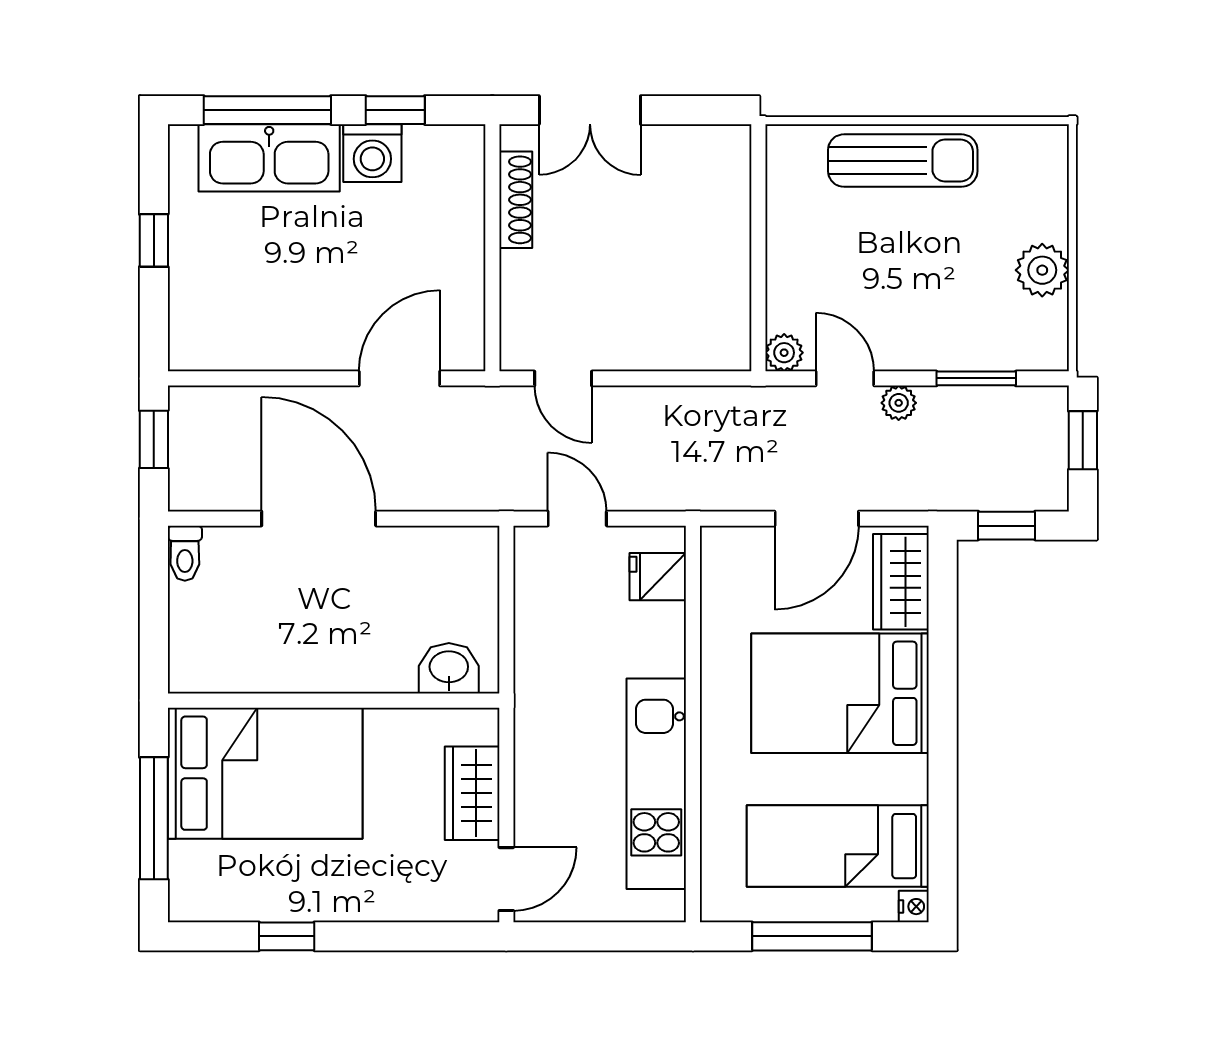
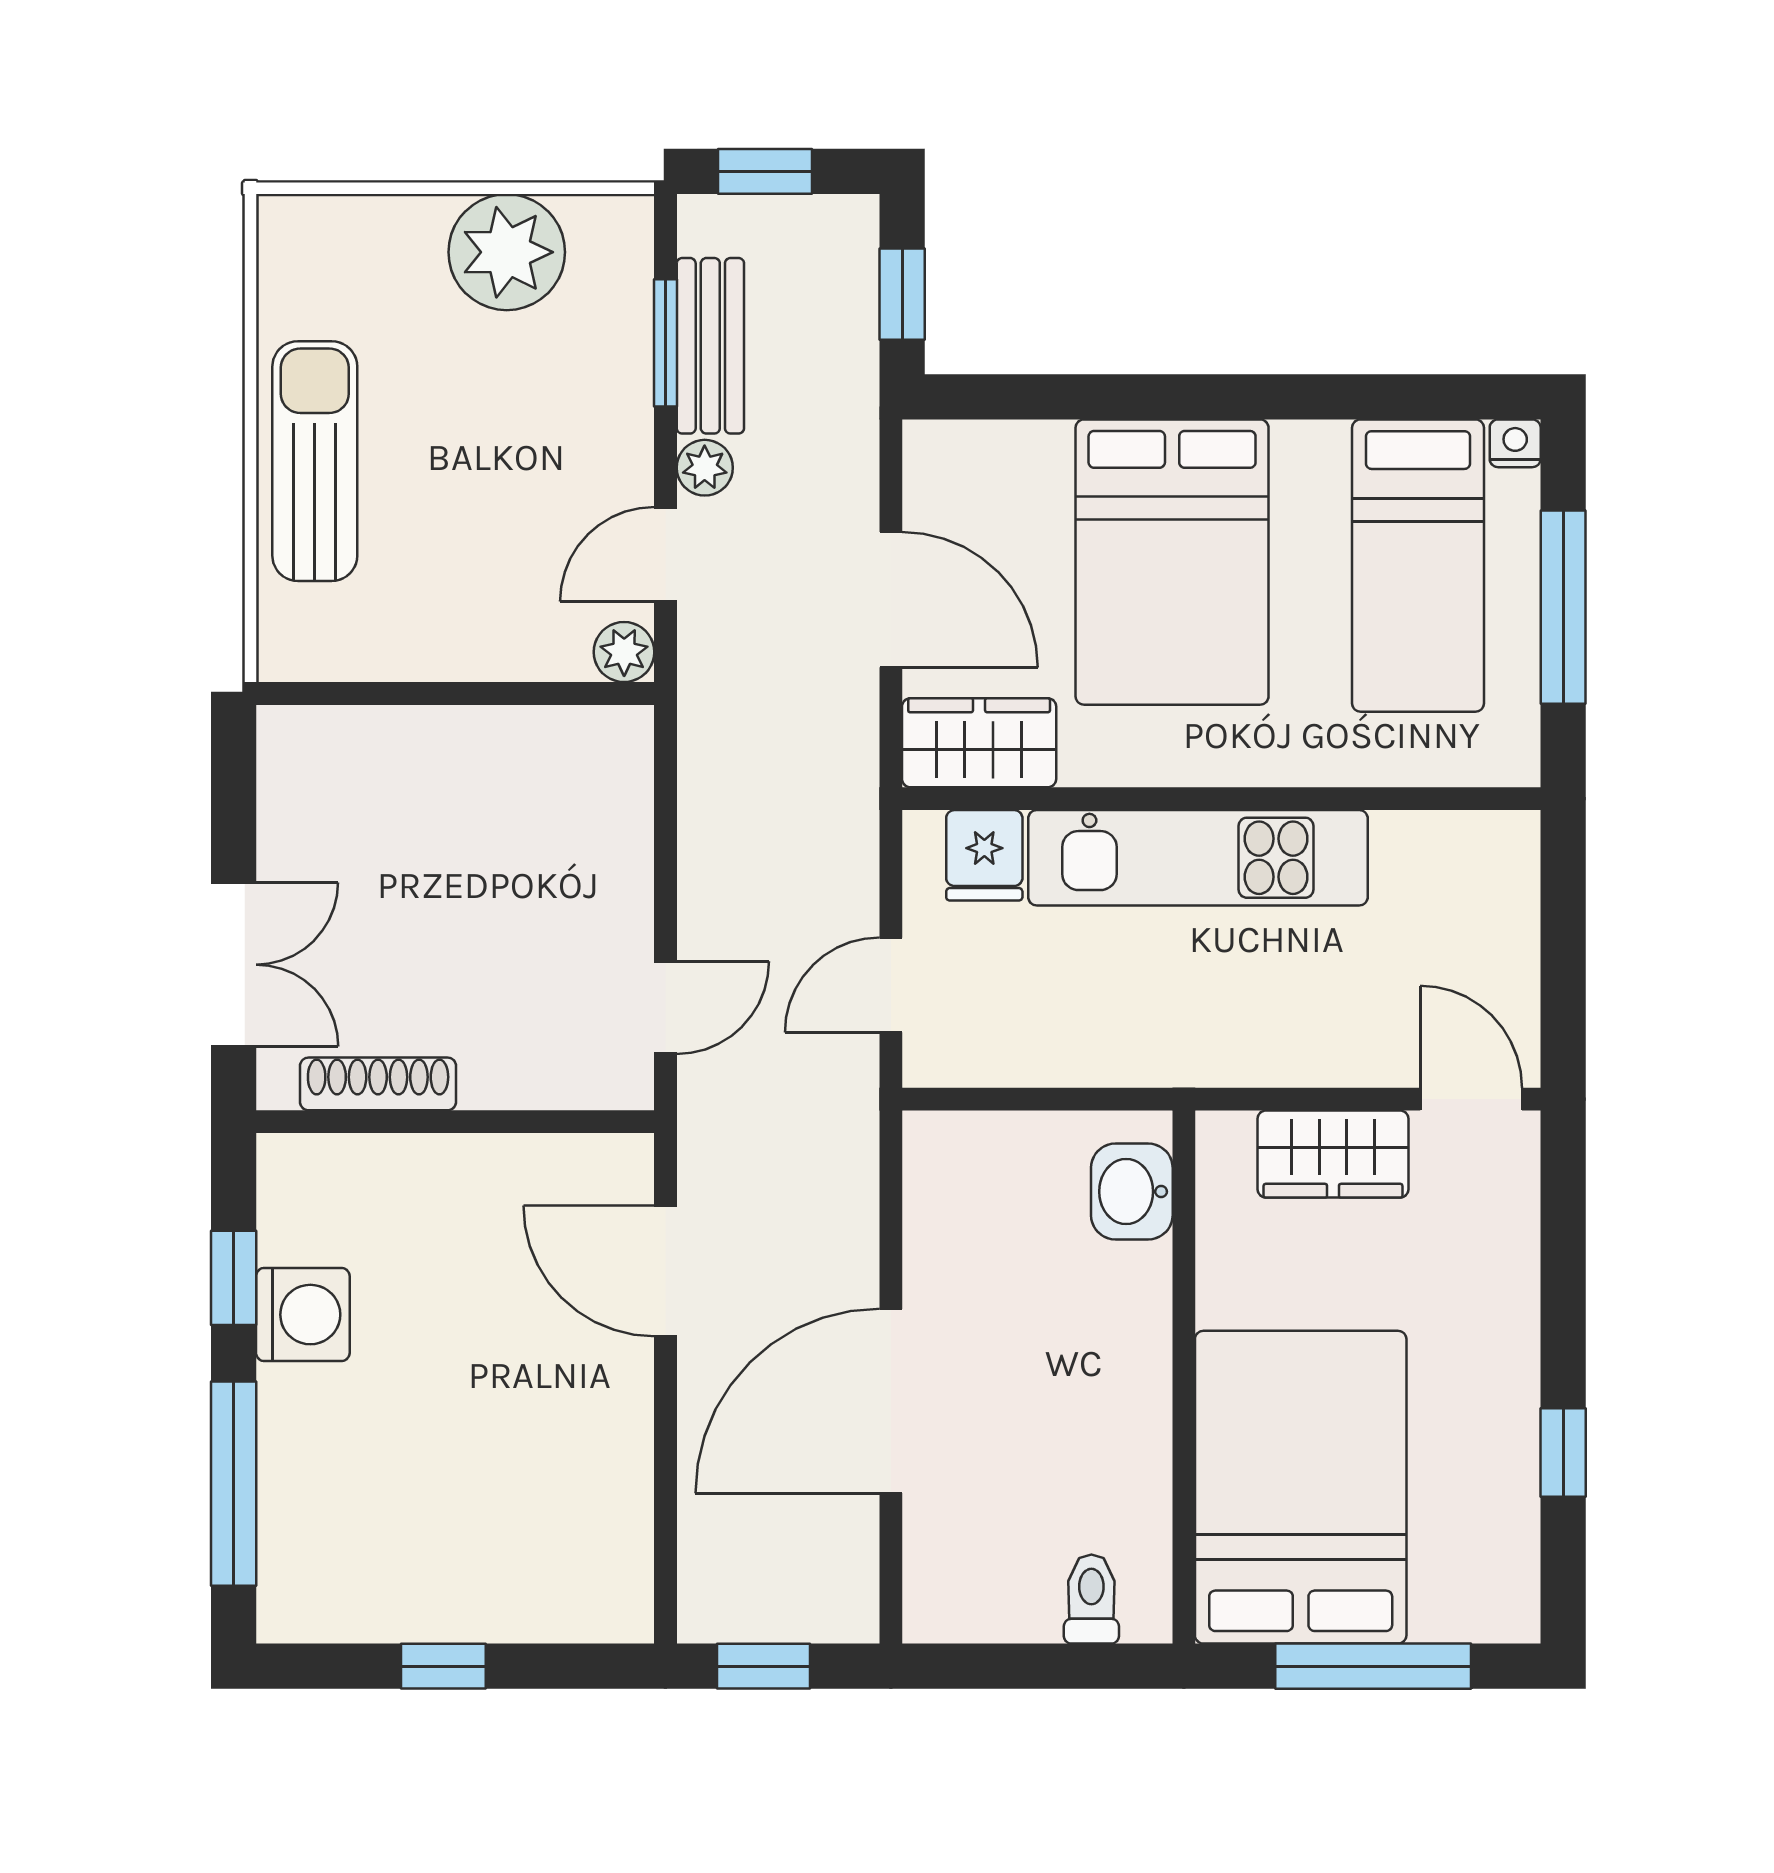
kitchen sink: (269, 158) -> (311, 1481), removed
plant: (1042, 270) -> (507, 252), width x1.36, depth x1.36
bench: (974, 406) -> (710, 346), added
toilet: (185, 553) -> (1091, 1599), moved, turned -90
wardrobe: (901, 582) -> (979, 743), moved, turned 180
kitchen unit: (656, 784) -> (1198, 858), moved

